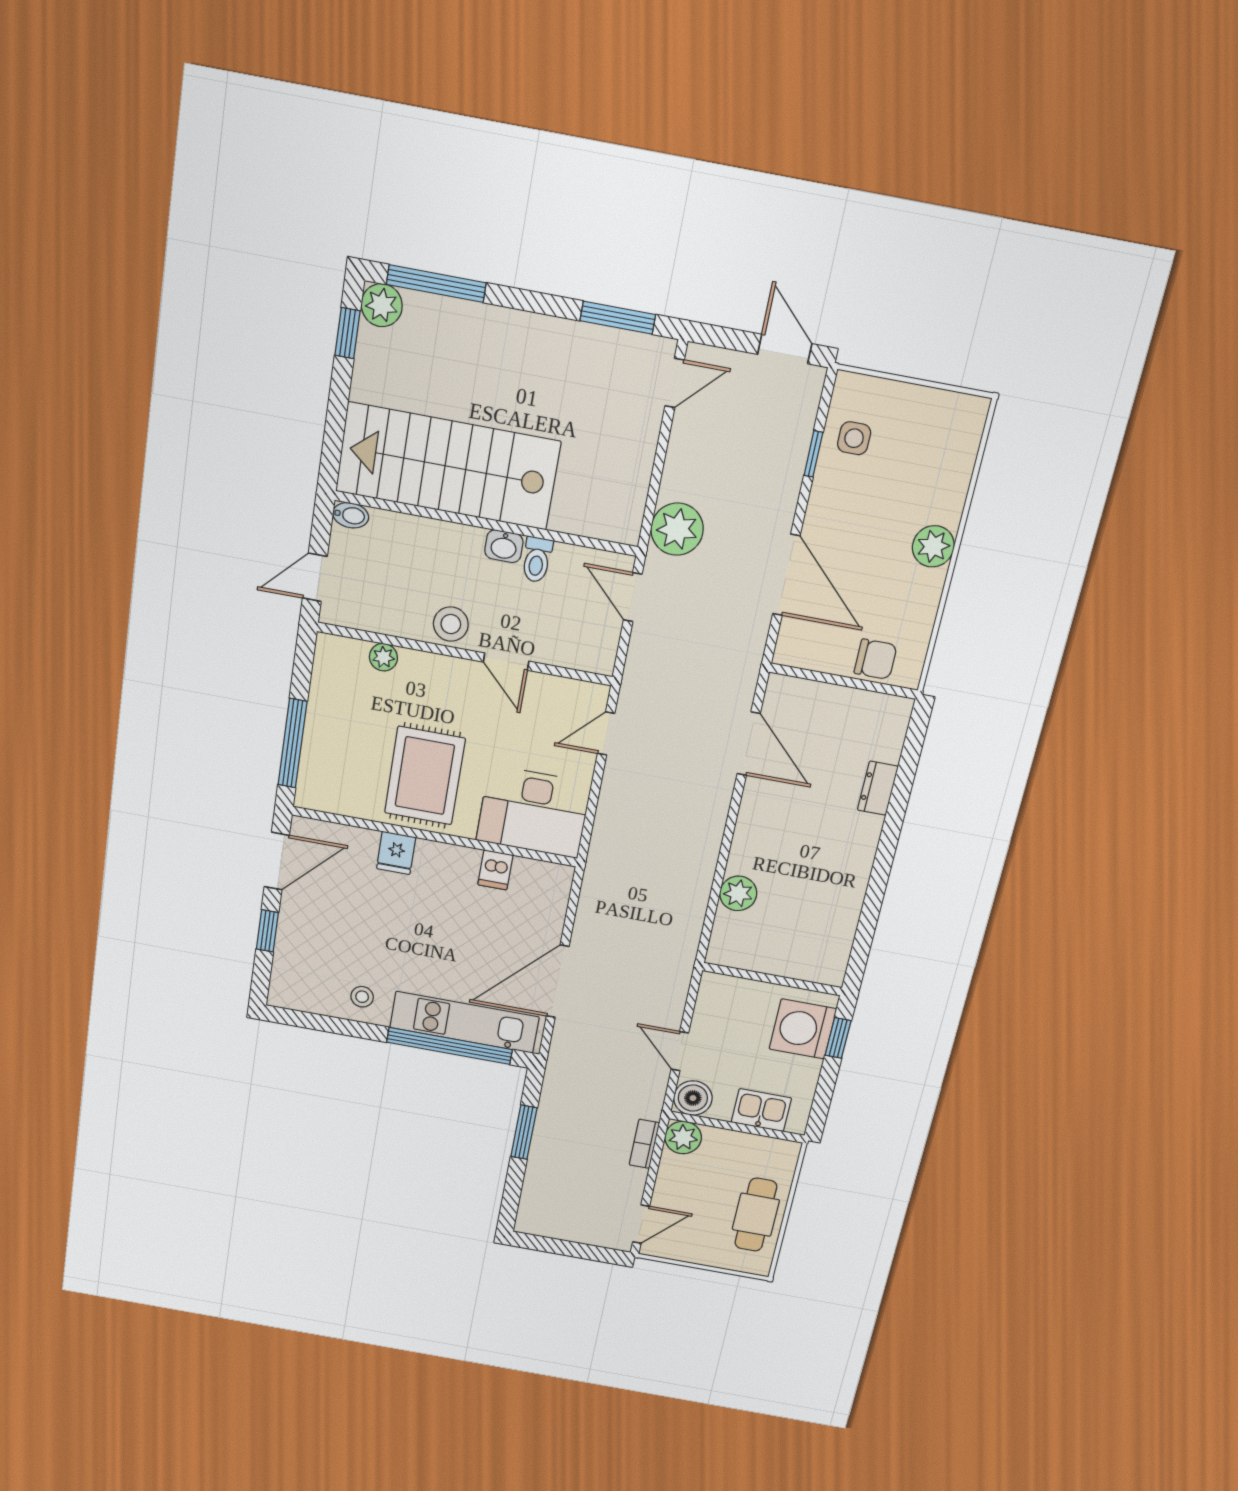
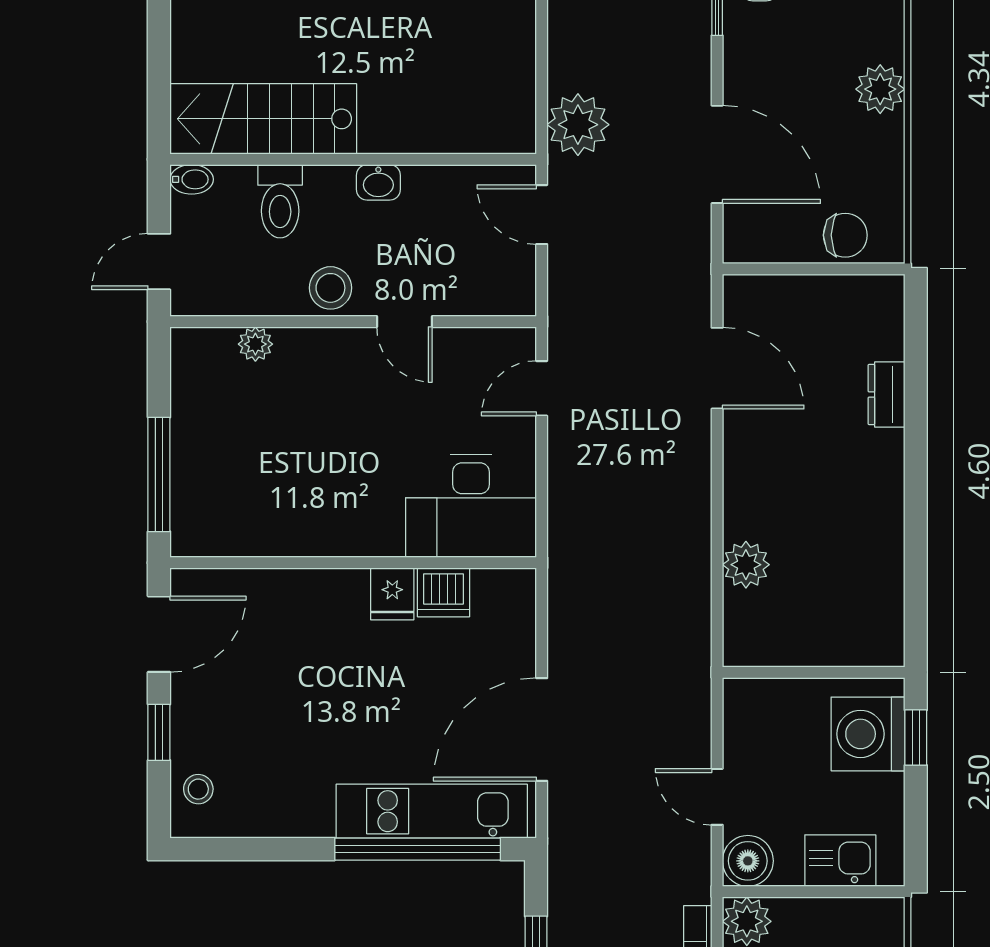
stairs: (448, 466) -> (263, 119), width x0.73, depth x0.66
toilet: (537, 560) -> (280, 201), moved, width x1.37, depth x1.39
rug: (425, 776) -> (329, 485), removed
fridge: (396, 853) -> (392, 594), moved
dishwasher: (495, 870) -> (444, 592), width x1.38
stool: (362, 997) -> (198, 789), moved

